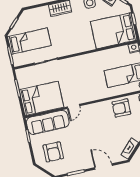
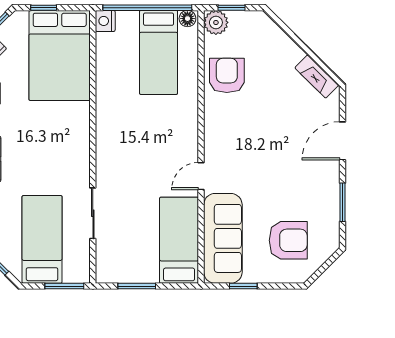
bed: (41, 98) -> (179, 240), width x0.67
door: (74, 106) -> (201, 176), swing flipped
armchair: (121, 108) -> (227, 75), turned 180

